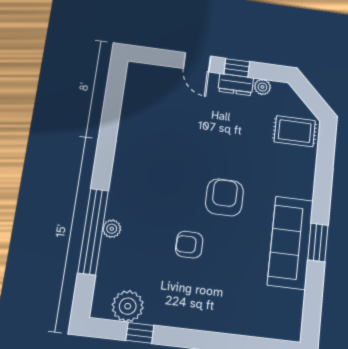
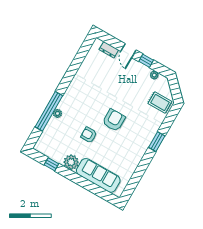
dresser: (236, 85) -> (109, 50), moved
window: (318, 242) -> (157, 142), moved
sofa: (290, 243) -> (98, 175), moved, turned 90
plant: (128, 306) -> (71, 162), moved

